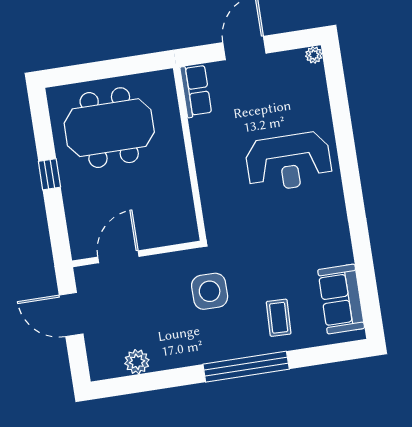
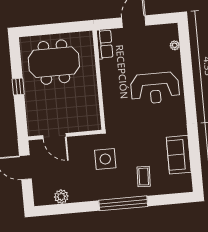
plant: (314, 55) -> (175, 45), moved
door: (118, 257) -> (55, 136), swing flipped
sofa: (341, 299) -> (179, 155), moved

